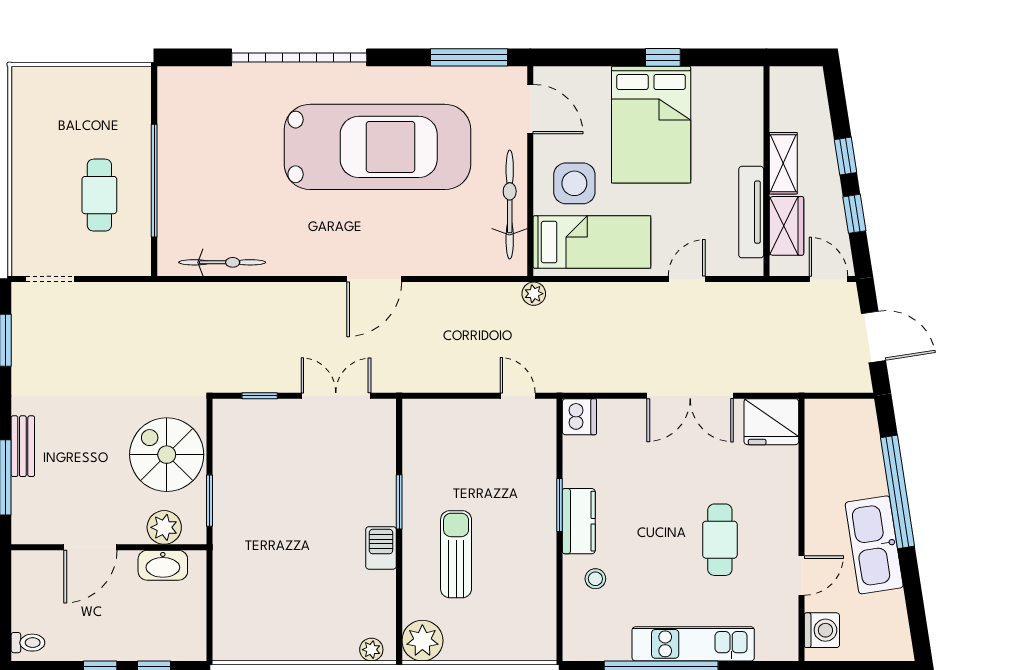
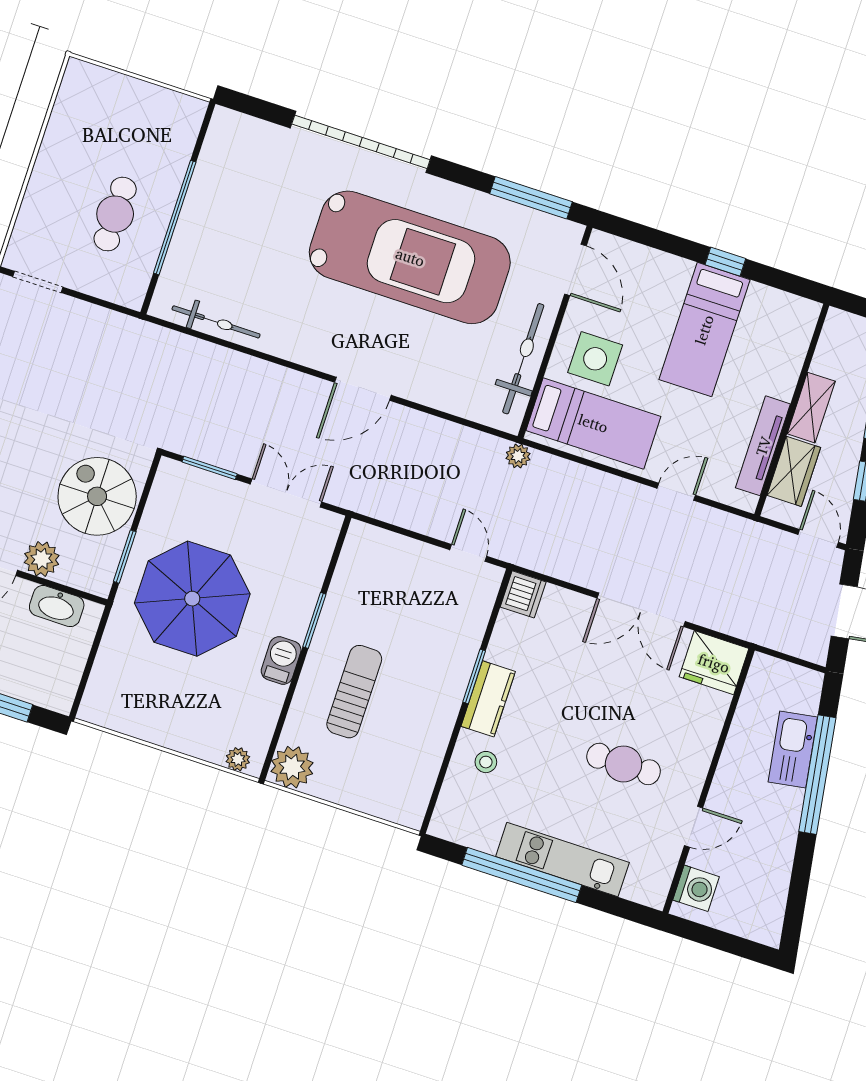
bed: (651, 125) -> (704, 330), width x0.67
window: (260, 396) -> (210, 468), width x1.50
parasol: (283, 518) -> (192, 599), added
plant: (164, 527) -> (42, 559), moved
cafe table: (720, 540) -> (624, 764), turned 90
kitchen sink: (874, 545) -> (793, 750), moved, width x0.73, depth x0.81

